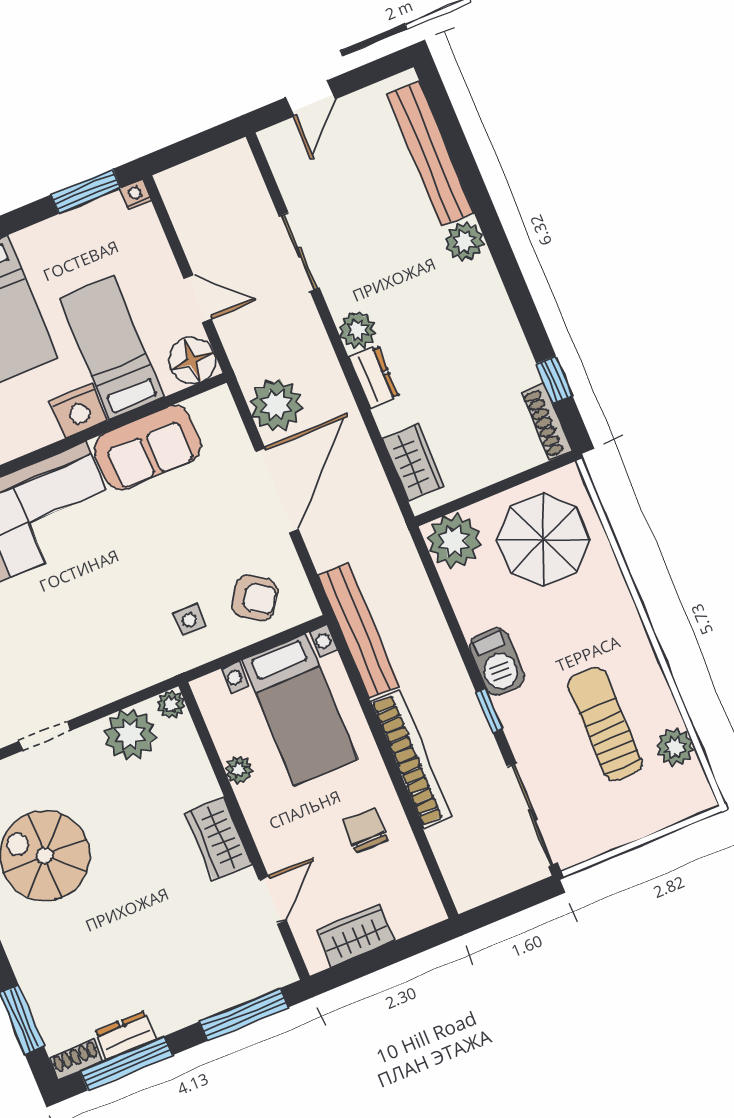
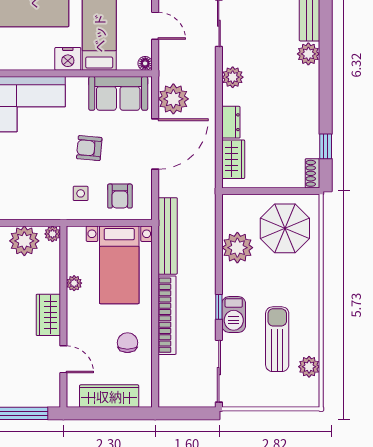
floor lamp: (192, 360) -> (145, 63), width x0.53, depth x0.53
dresser: (374, 377) -> (231, 122), moved
shoe rack: (547, 422) -> (313, 173), width x0.70
sofa: (148, 448) -> (118, 93), moved
armchair: (173, 541) -> (89, 148), added
plant: (454, 541) -> (237, 248), moved
armchair: (255, 598) -> (120, 196), turned 57
barbecue: (497, 662) -> (234, 314), moved
door: (273, 900) -> (63, 359), hinge flipped
wardrobe: (356, 935) -> (109, 396), width x1.50

